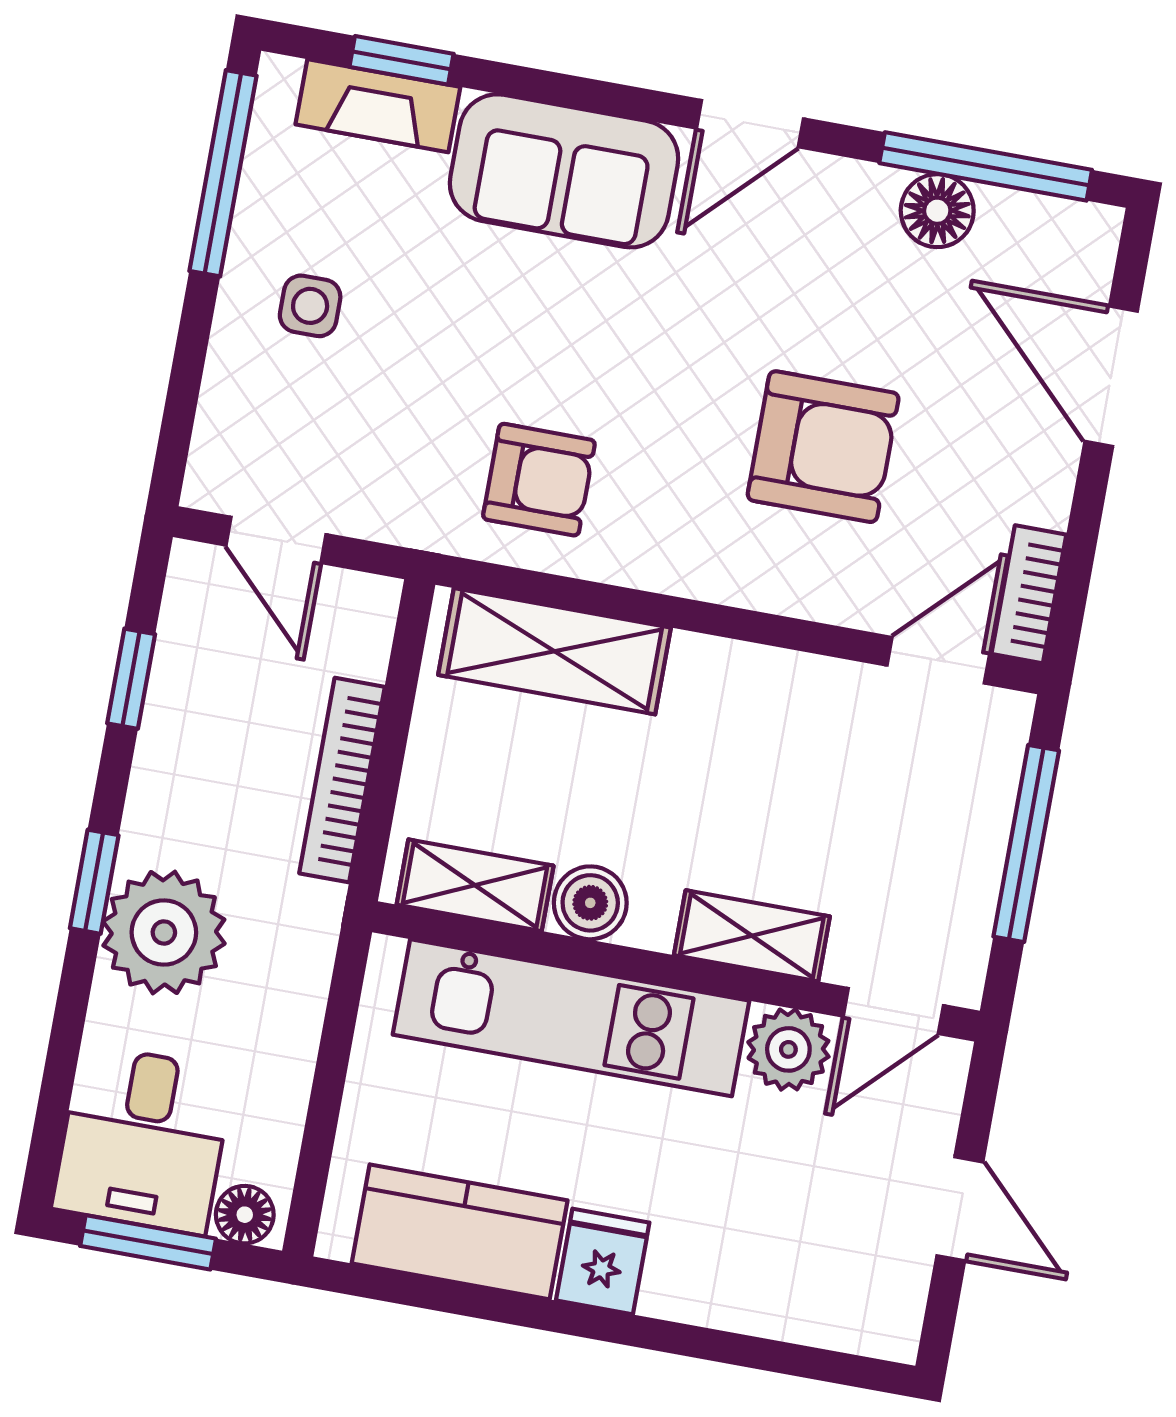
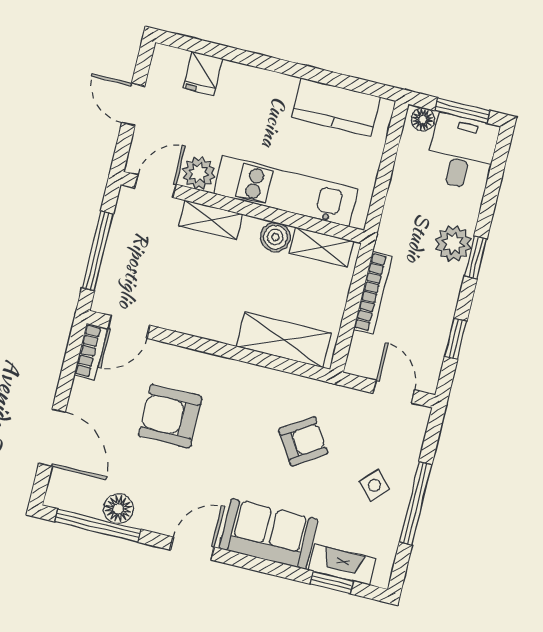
window: (223, 173) -> (416, 503), moved
side table: (310, 306) -> (374, 485), turned 45
armchair: (539, 480) -> (303, 441), moved, turned 147
plant: (164, 932) -> (453, 243), width x0.73, depth x0.73
fridge: (603, 1262) -> (203, 73), moved

